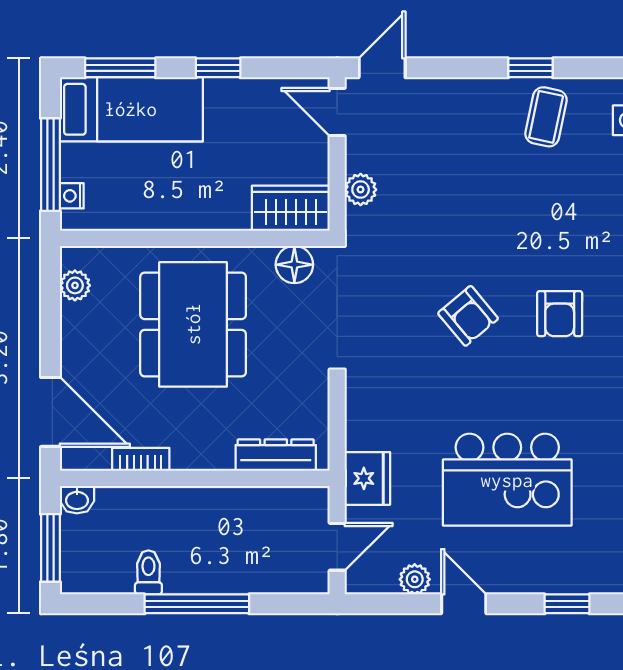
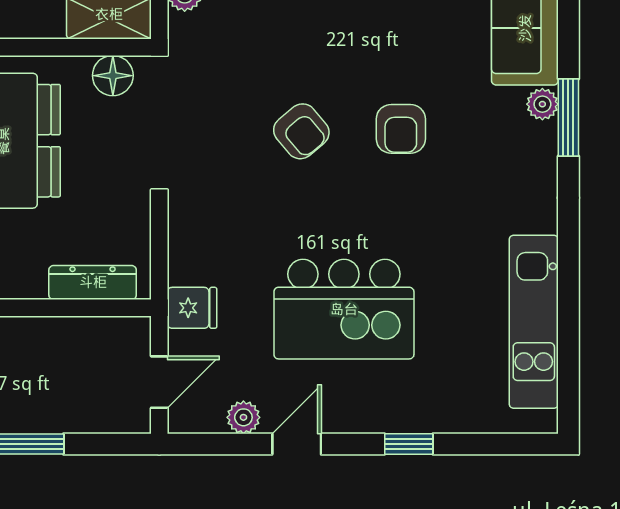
fridge: (367, 478) -> (192, 308), width x0.72
door: (464, 604) -> (297, 444), hinge flipped

